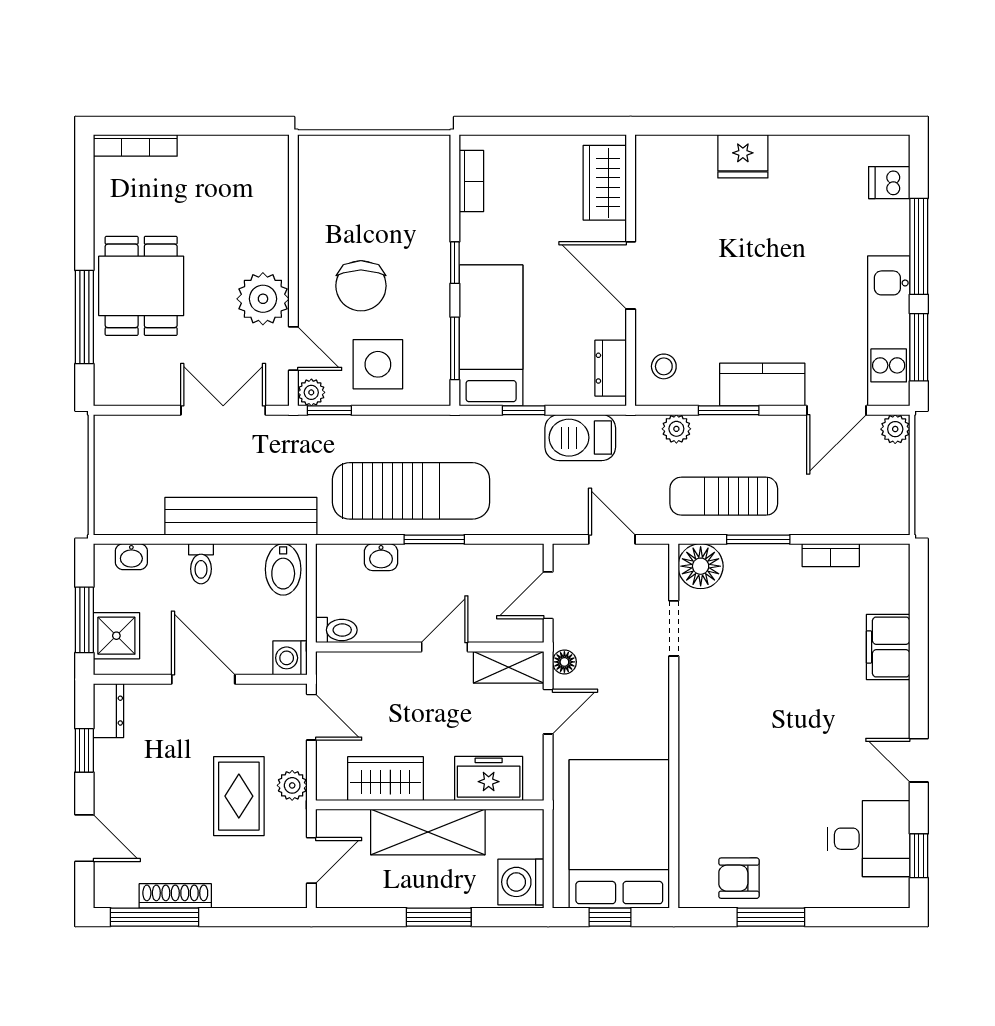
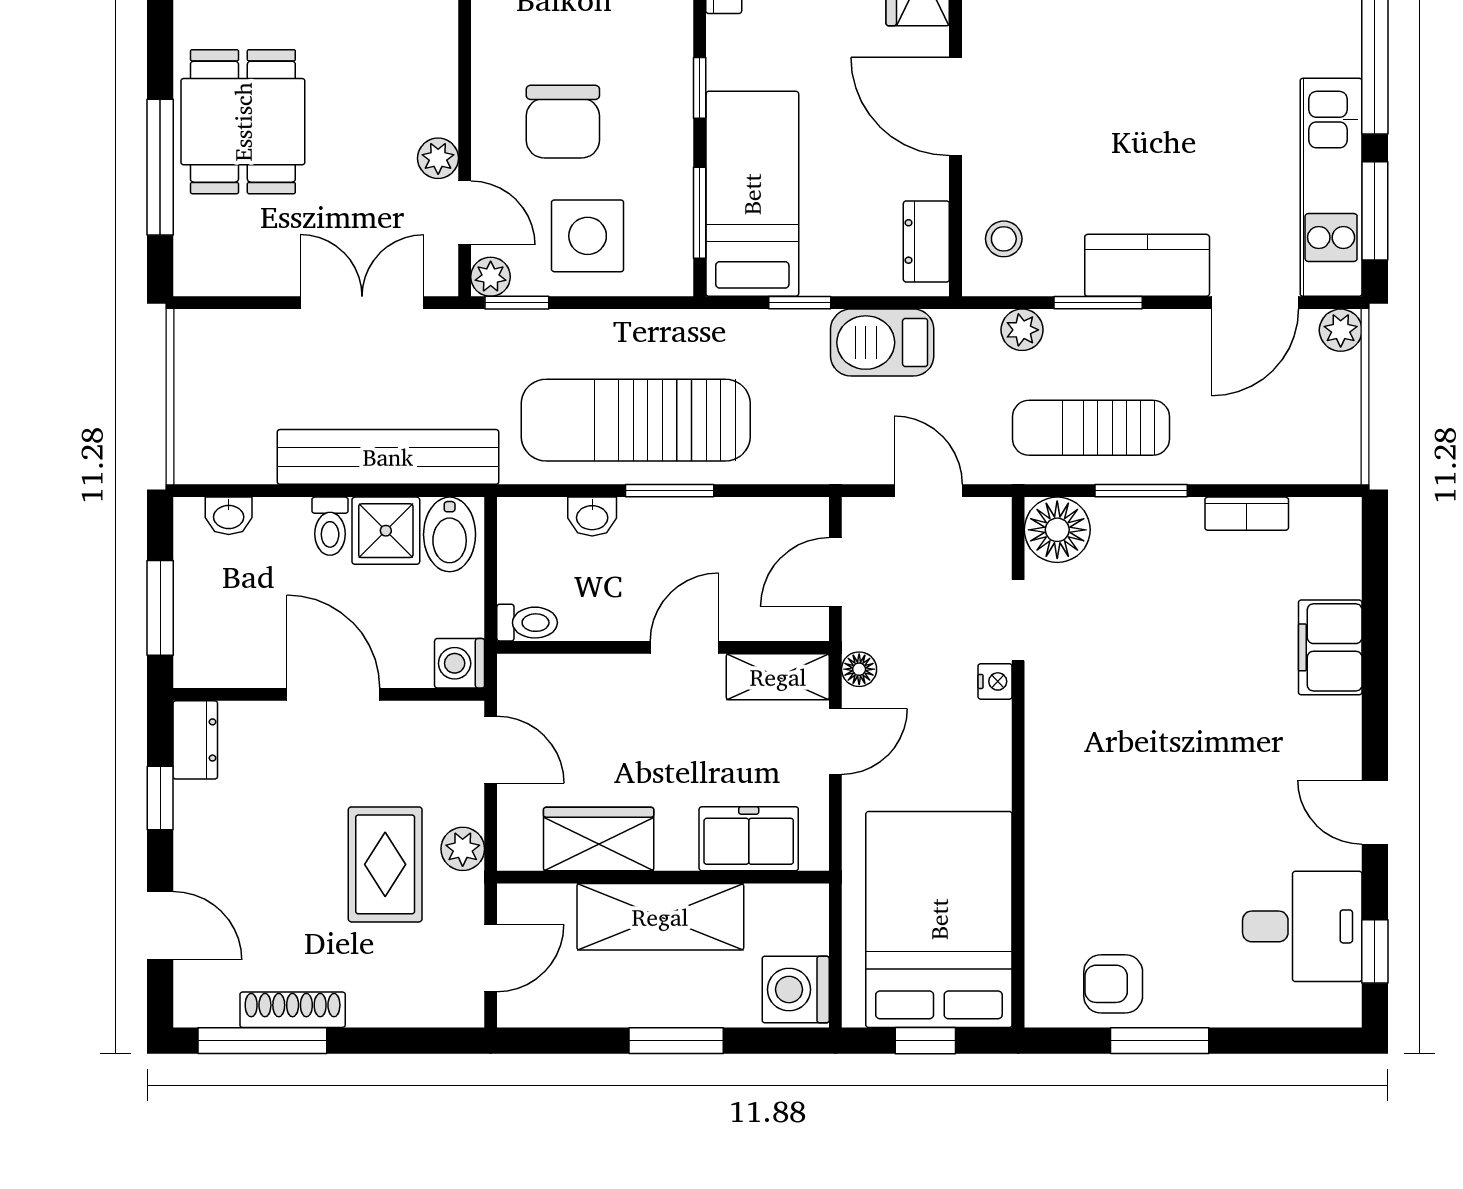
plant: (263, 299) -> (438, 158), width x0.53, depth x0.53
sun lounger: (411, 491) -> (636, 420), turned 180
shower: (116, 636) -> (386, 531), moved
nightstand: (658, 670) -> (995, 681), added

